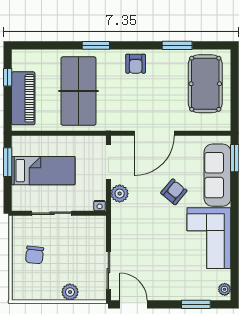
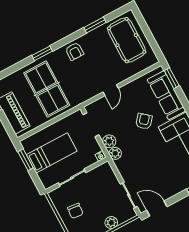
door: (154, 133) -> (111, 90), width x0.53
plant: (119, 212) -> (115, 153), added

